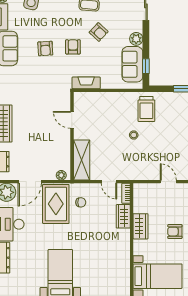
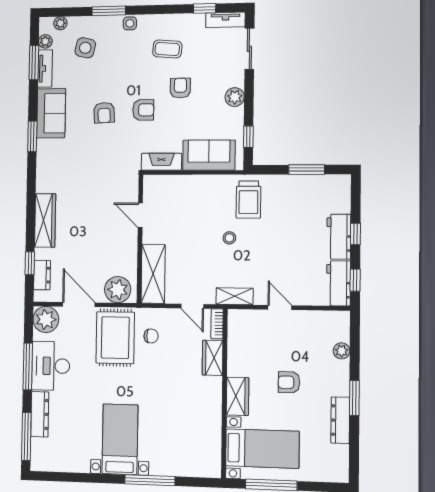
armchair: (99, 32) -> (180, 88), turned -133
armchair: (73, 47) -> (143, 110), turned 90
sofa: (132, 64) -> (209, 155), moved, turned 90
plant: (61, 175) -> (118, 290), width x1.88, depth x1.88
shelving: (138, 175) -> (235, 296), added
door: (30, 182) -> (79, 305), swing flipped
wardrobe: (140, 226) -> (238, 396), moved

